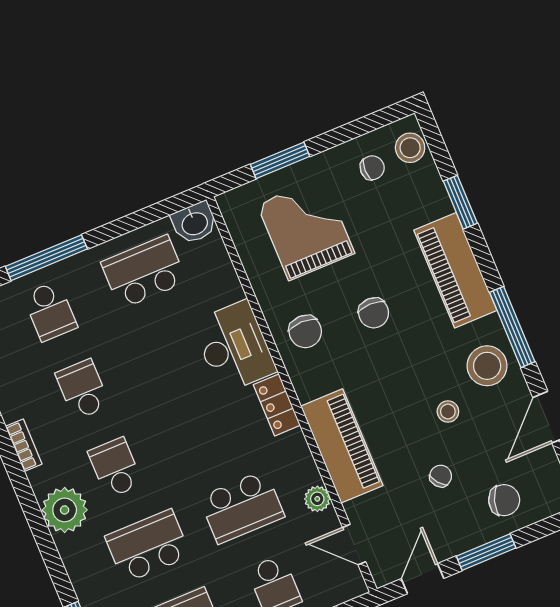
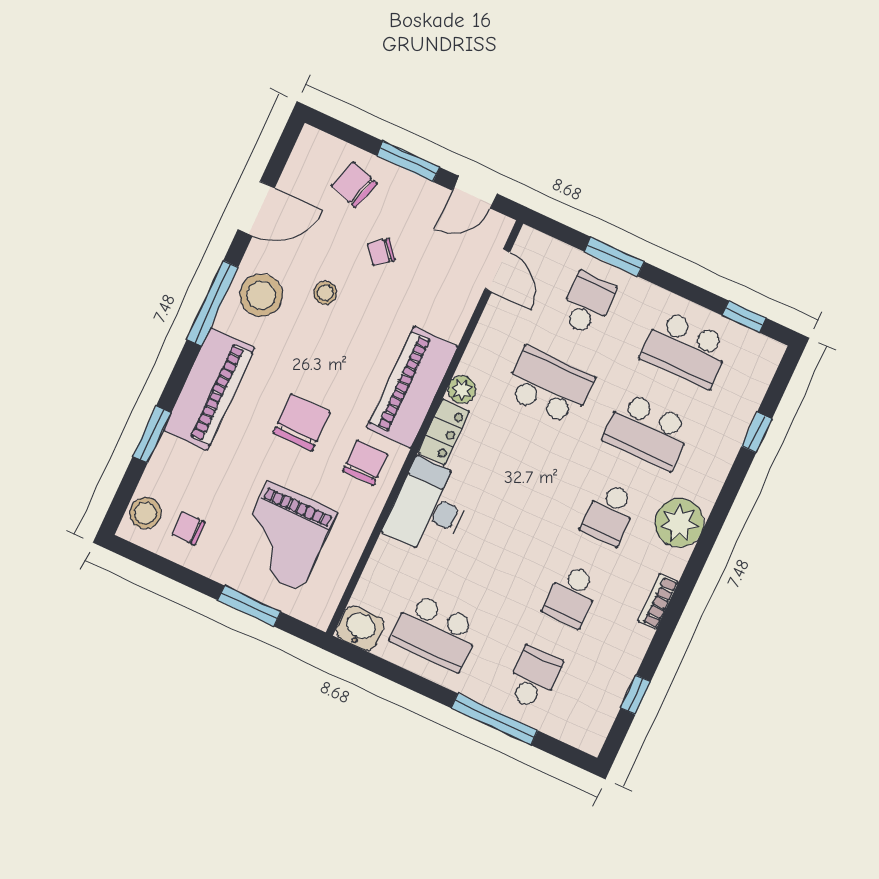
chair: (374, 313) -> (302, 422), width x1.37, depth x1.37
piano: (342, 446) -> (412, 387), moved
plant: (317, 499) -> (462, 390), moved

